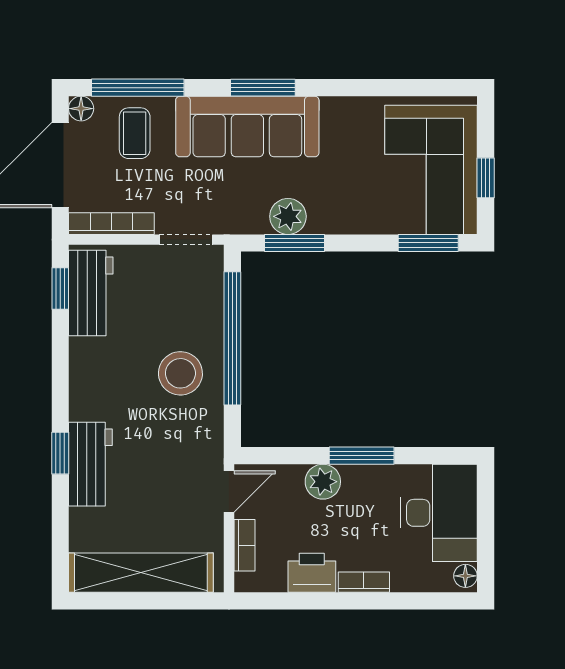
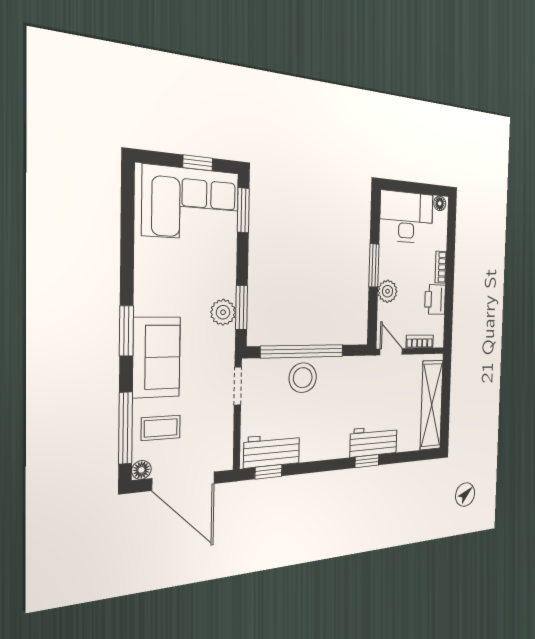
sofa: (247, 127) -> (157, 357), width x0.73
bookcase: (111, 224) -> (226, 440), removed
stool: (180, 373) -> (303, 378), moved

